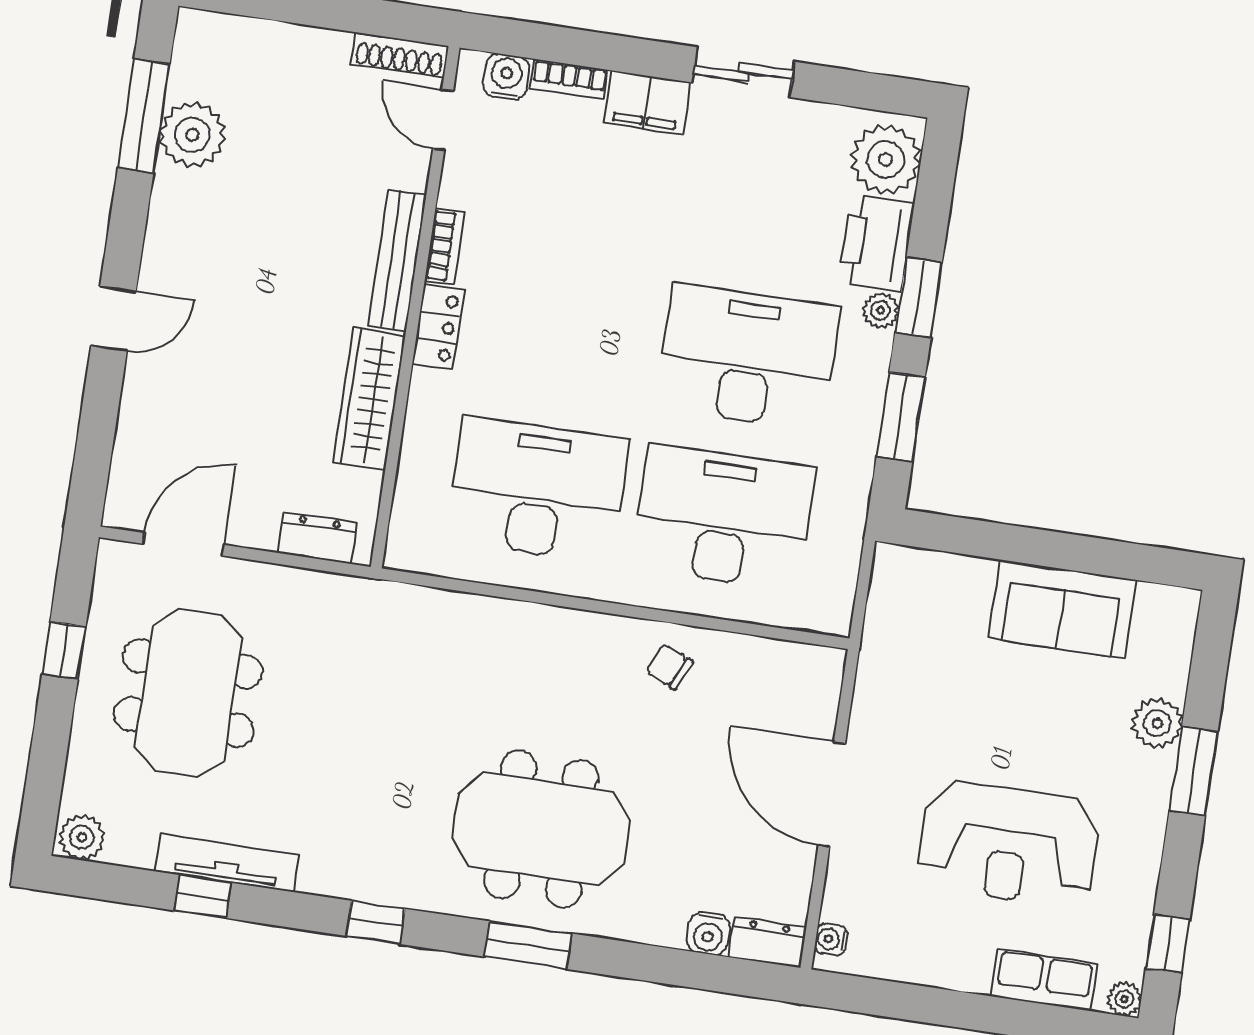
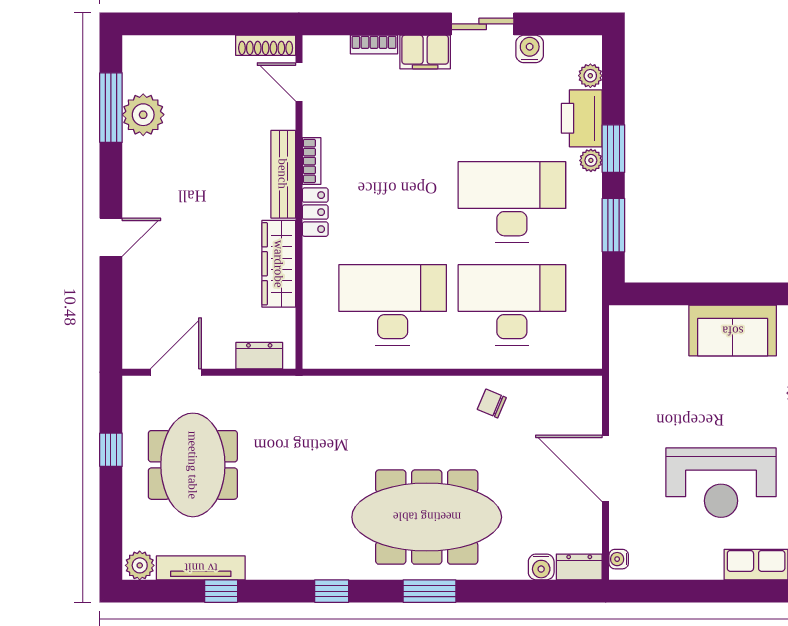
water cooler: (506, 77) -> (530, 49), moved
plant: (886, 159) -> (590, 76), width x0.53, depth x0.53
meeting table: (541, 829) -> (427, 517), width x1.36
tv unit: (227, 863) -> (201, 568), moved

